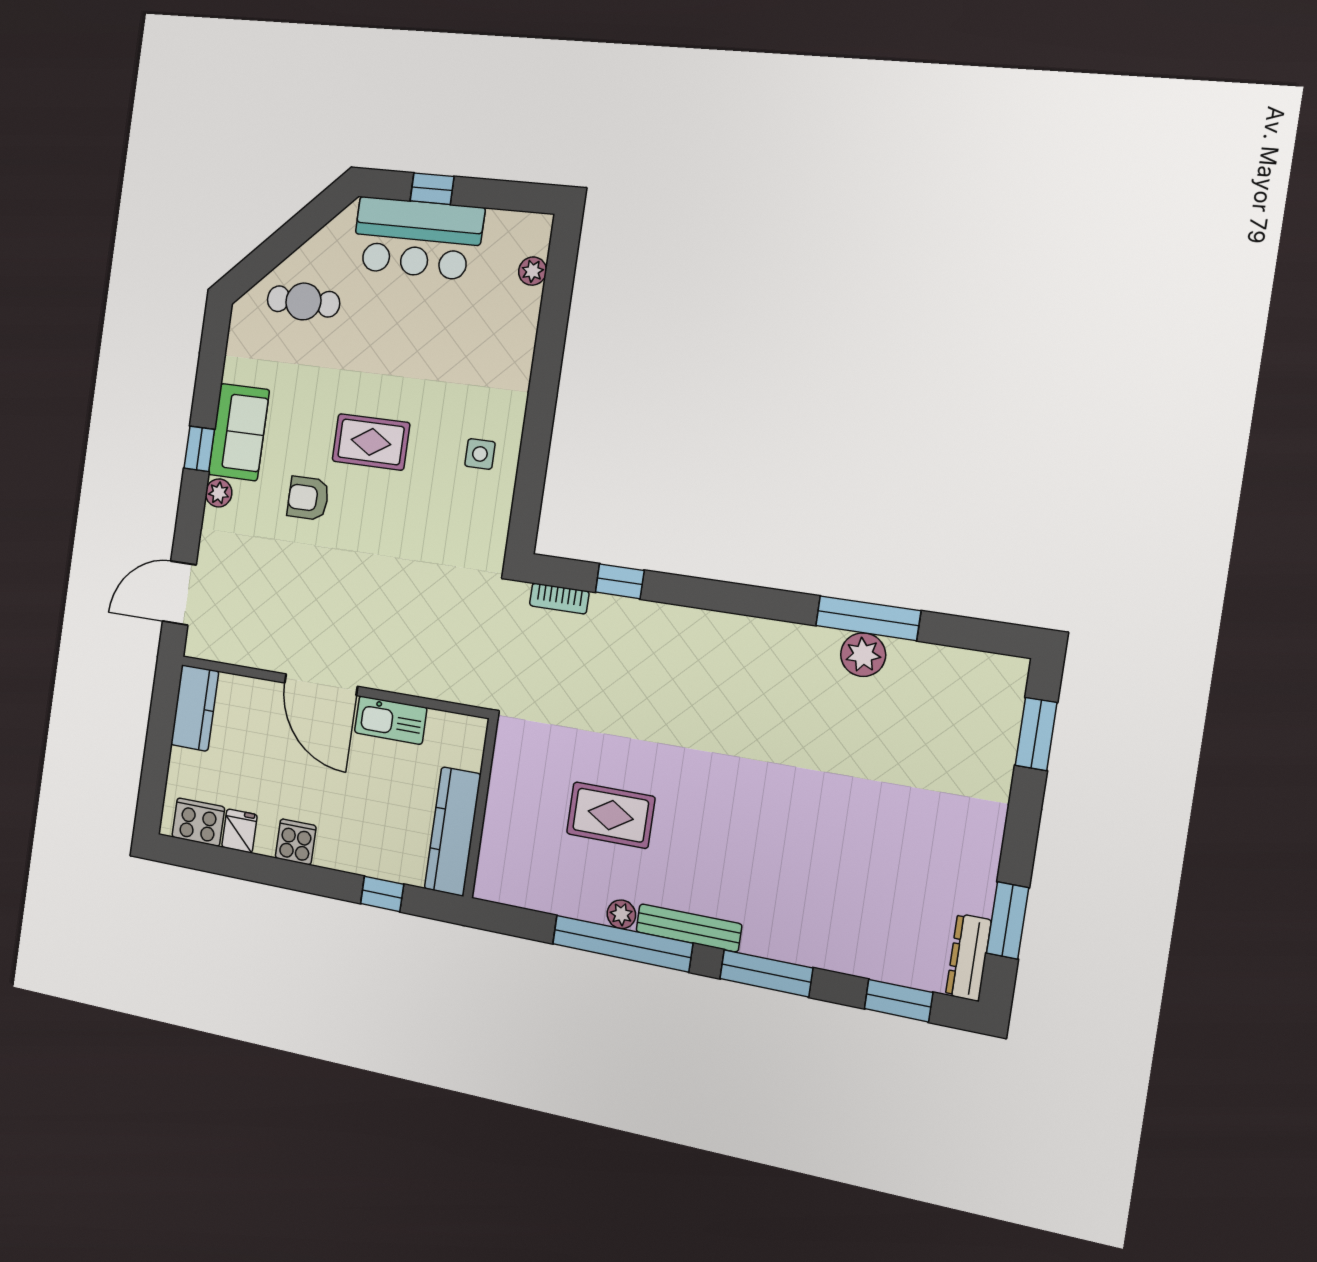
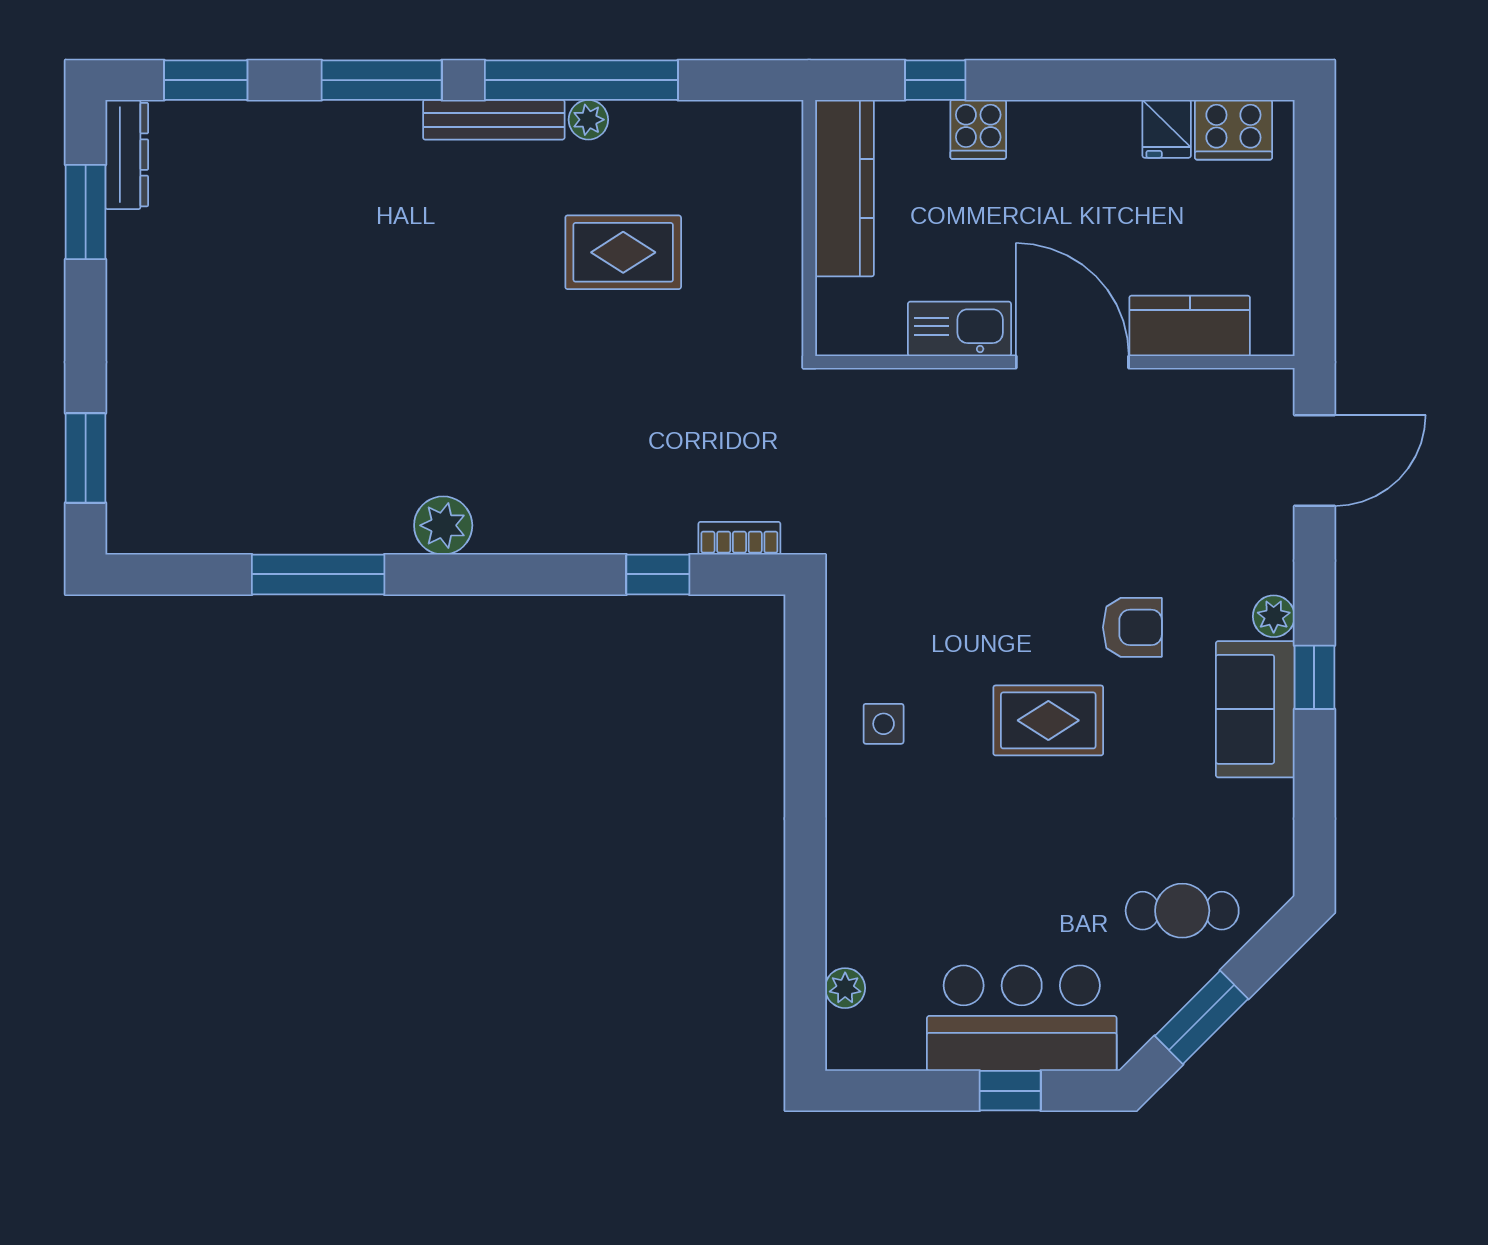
window: (301, 228) -> (1201, 1017), added
plant: (863, 655) -> (443, 525), moved
kitchen counter: (195, 708) -> (1190, 326), moved, turned 90
cooker: (296, 842) -> (978, 129), moved

